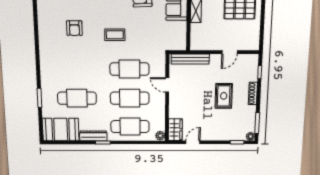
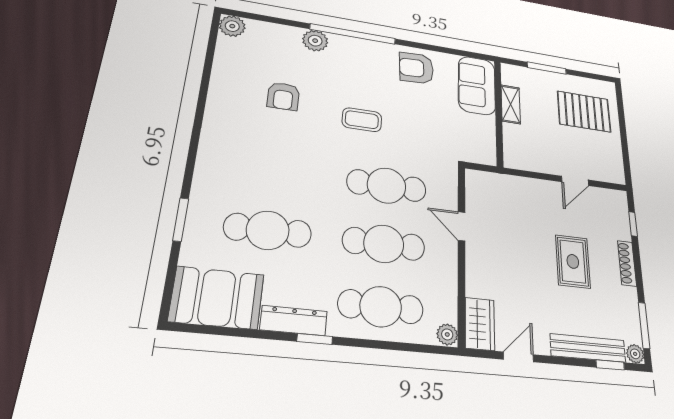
bench: (190, 59) -> (588, 348), moved

